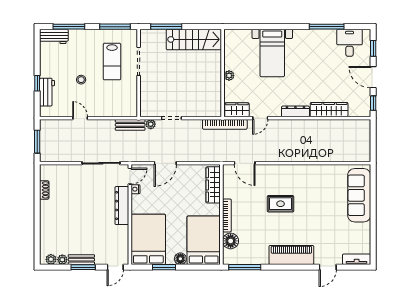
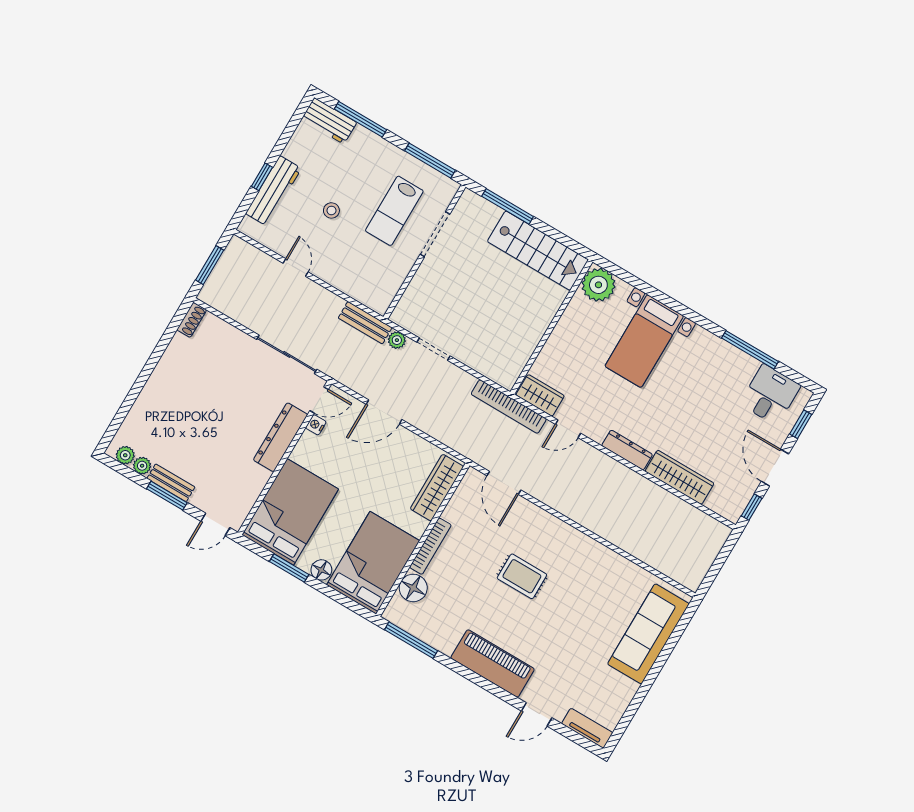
plant: (229, 76) -> (598, 285), moved, width x1.87, depth x1.87
workbench: (47, 92) -> (274, 191), width x1.38
shoe rack: (44, 190) -> (192, 320), moved

